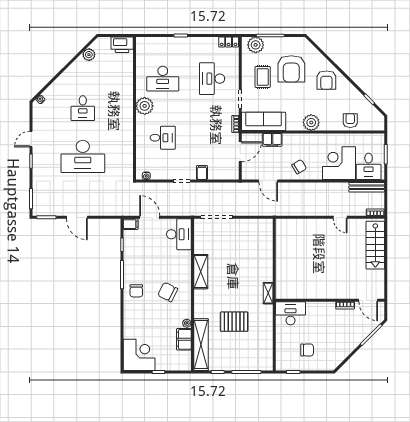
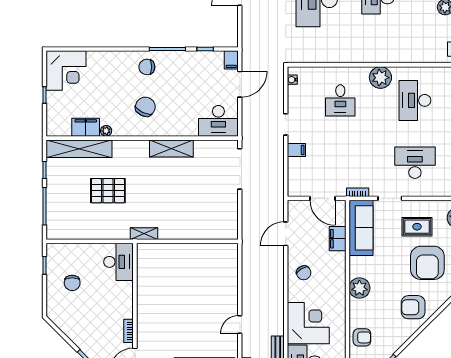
armchair: (291, 69) -> (427, 263), turned -90
pallet: (234, 322) -> (108, 191), turned 90

